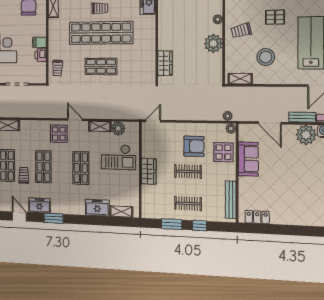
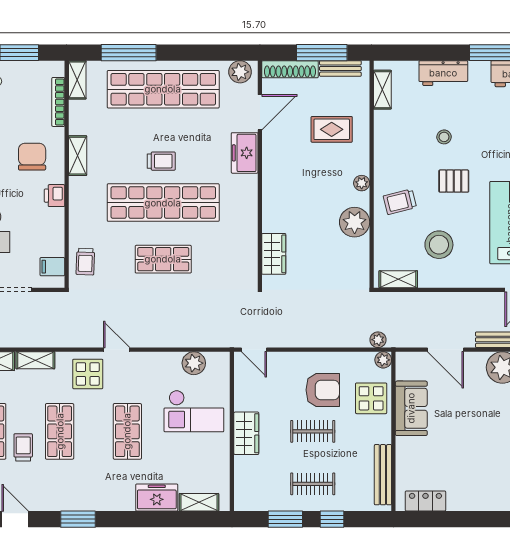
filing cabinet: (40, 42) -> (52, 267), moved
printer: (41, 55) -> (54, 196), moved
door: (153, 121) -> (254, 350), swing flipped
shelving: (100, 126) -> (35, 360), moved
freezer: (39, 205) -> (52, 498), removed

